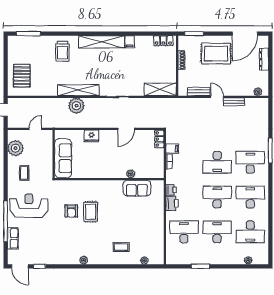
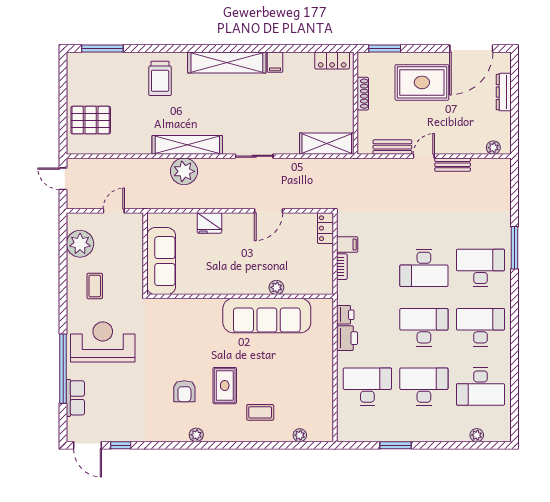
pallet: (22, 76) -> (91, 120), turned 90
door: (217, 97) -> (424, 156), hinge flipped
sofa: (137, 188) -> (267, 316), width x1.85, depth x1.27
armchair: (71, 211) -> (184, 391), moved
rug: (91, 212) -> (225, 386), moved

